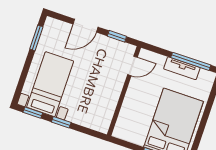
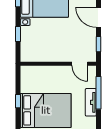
window: (191, 61) -> (98, 93), moved
window: (61, 122) -> (18, 34), moved

